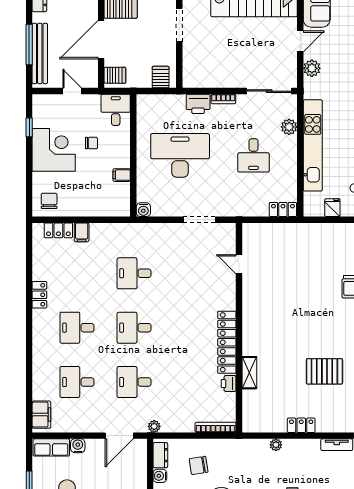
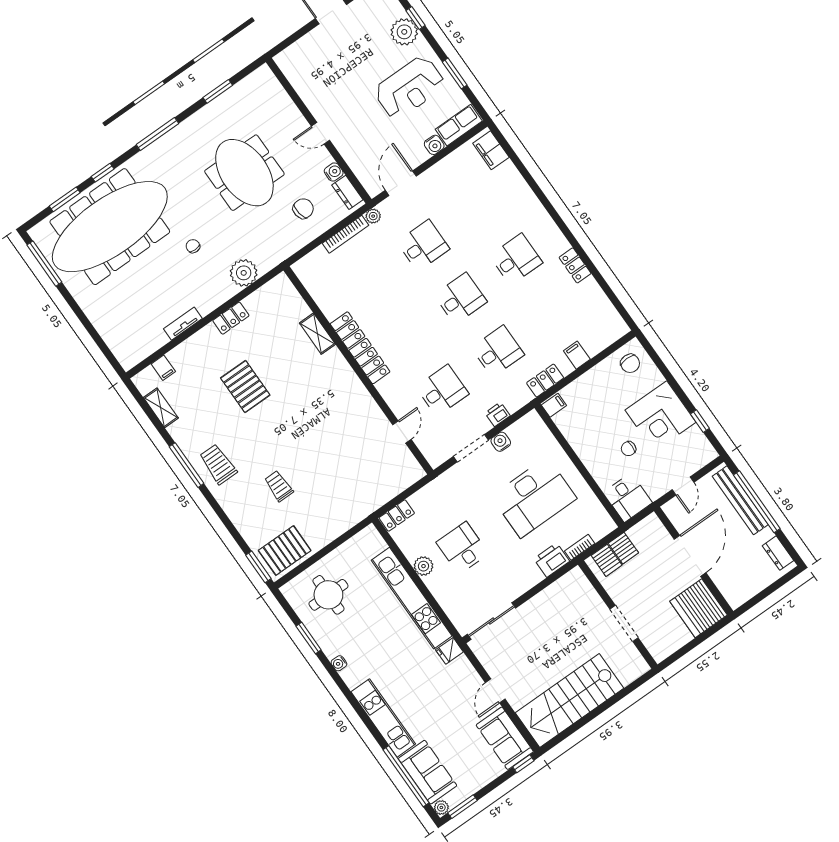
window: (29, 45) -> (757, 502), width x1.46
plant: (312, 68) -> (465, 673), removed
server rack: (115, 75) -> (623, 548), moved, turned -90
door: (72, 91) -> (683, 486), hinge flipped
bookcase: (223, 99) -> (580, 547), moved
plant: (289, 127) -> (423, 566), moved
filing cabinet: (122, 175) -> (554, 405), moved
fridge: (332, 208) -> (449, 651), moved, turned 90
water cooler: (143, 210) -> (501, 442), moved
locker: (58, 230) -> (545, 380), moved
door: (239, 264) -> (402, 432), hinge flipped
pallet: (324, 371) -> (245, 387), turned 90
desk: (77, 382) -> (442, 390), moved
printer: (229, 383) -> (497, 414), moved, turned -90
bookcase: (216, 427) -> (345, 234), moved
plant: (276, 445) -> (244, 273), width x1.88, depth x1.88

